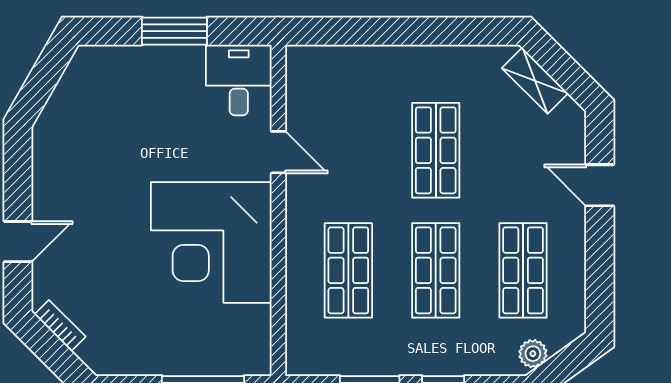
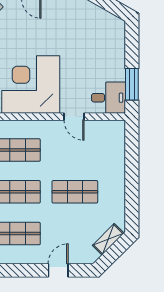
window: (174, 31) -> (132, 84), moved
door: (278, 152) -> (74, 117), hinge flipped

